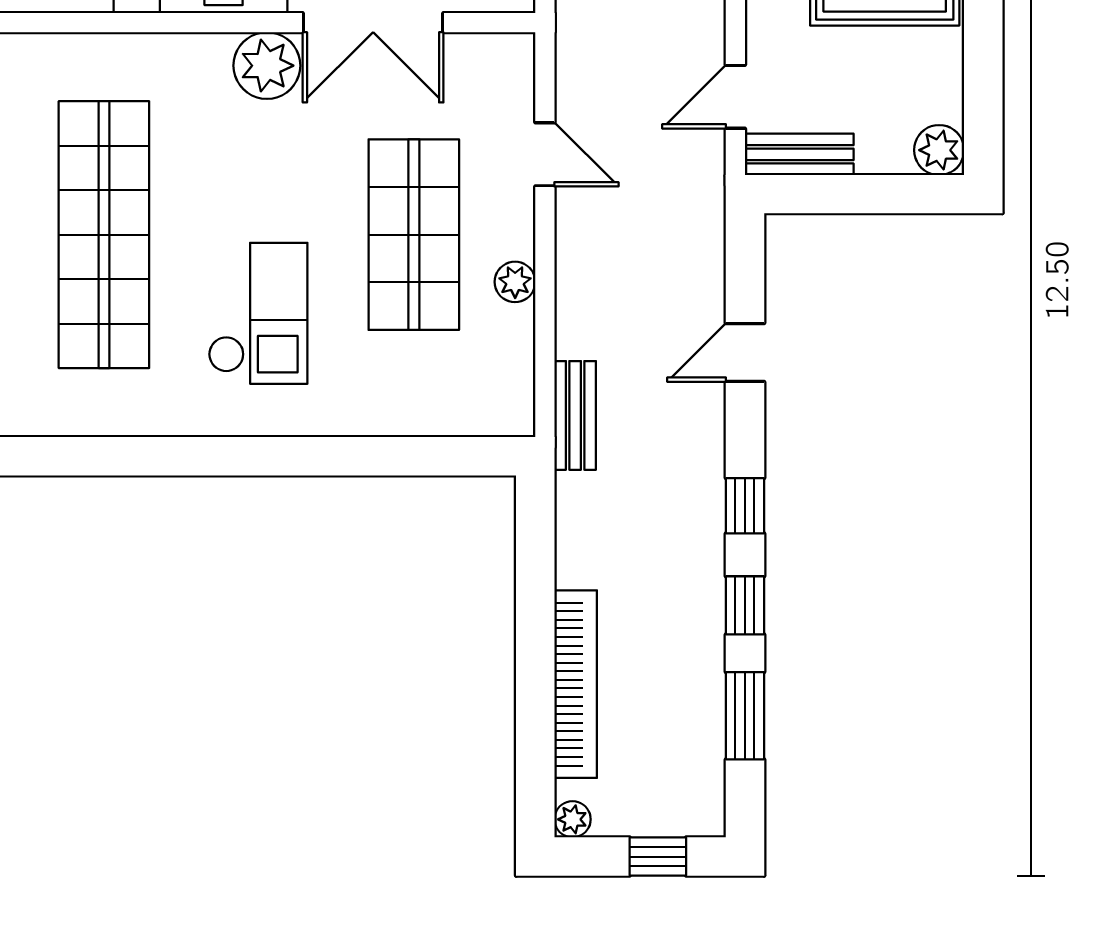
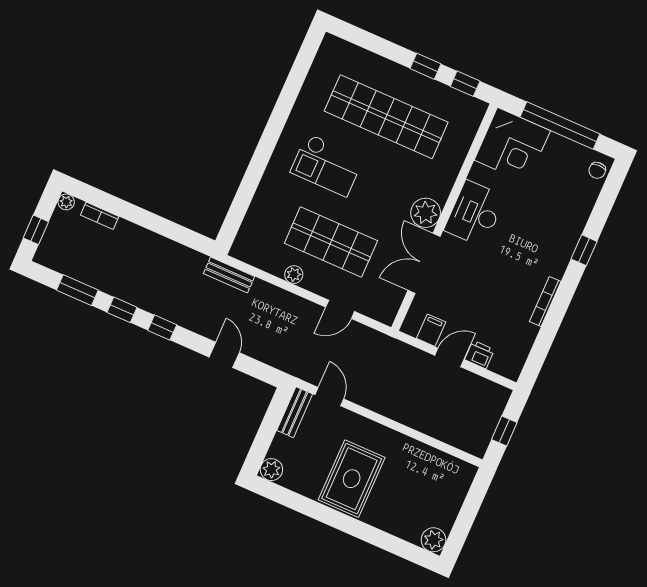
bookcase: (576, 684) -> (100, 216), width x0.43, depth x0.76

